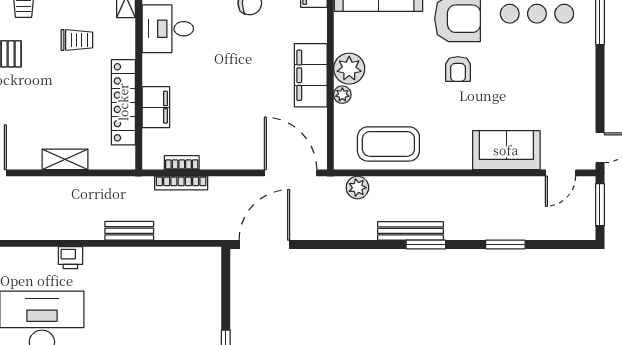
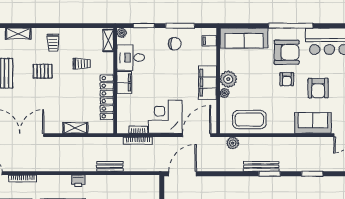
armchair: (516, 85) -> (318, 88), added
filing cabinet: (156, 107) -> (124, 82), moved
corner desk: (232, 139) -> (165, 117), added
door: (291, 173) -> (197, 135), hinge flipped

